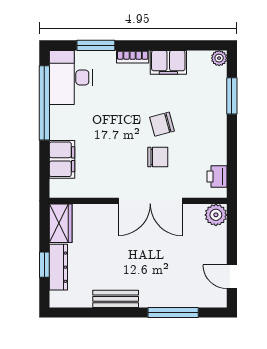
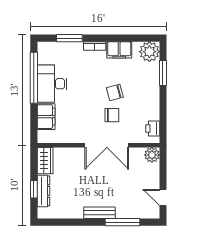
plant: (219, 58) -> (149, 52), width x1.88, depth x1.88
desk: (71, 77) -> (52, 84), moved
bench: (116, 299) -> (99, 213), moved

